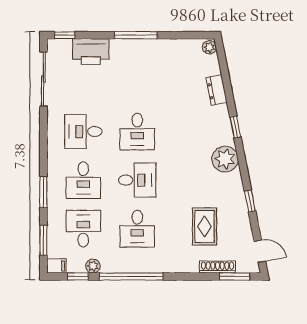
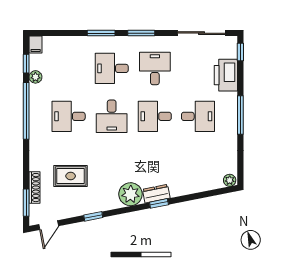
dresser: (217, 90) -> (156, 194), moved
desk: (83, 229) -> (198, 116), moved
window: (43, 240) -> (141, 33), moved

